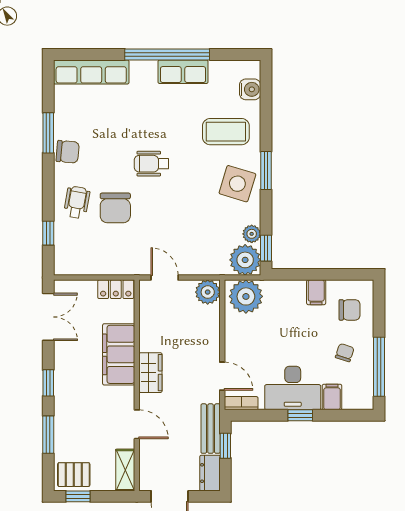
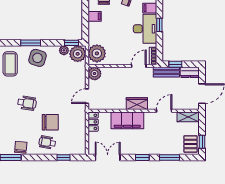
wheelchair: (152, 164) -> (27, 103), turned -81

